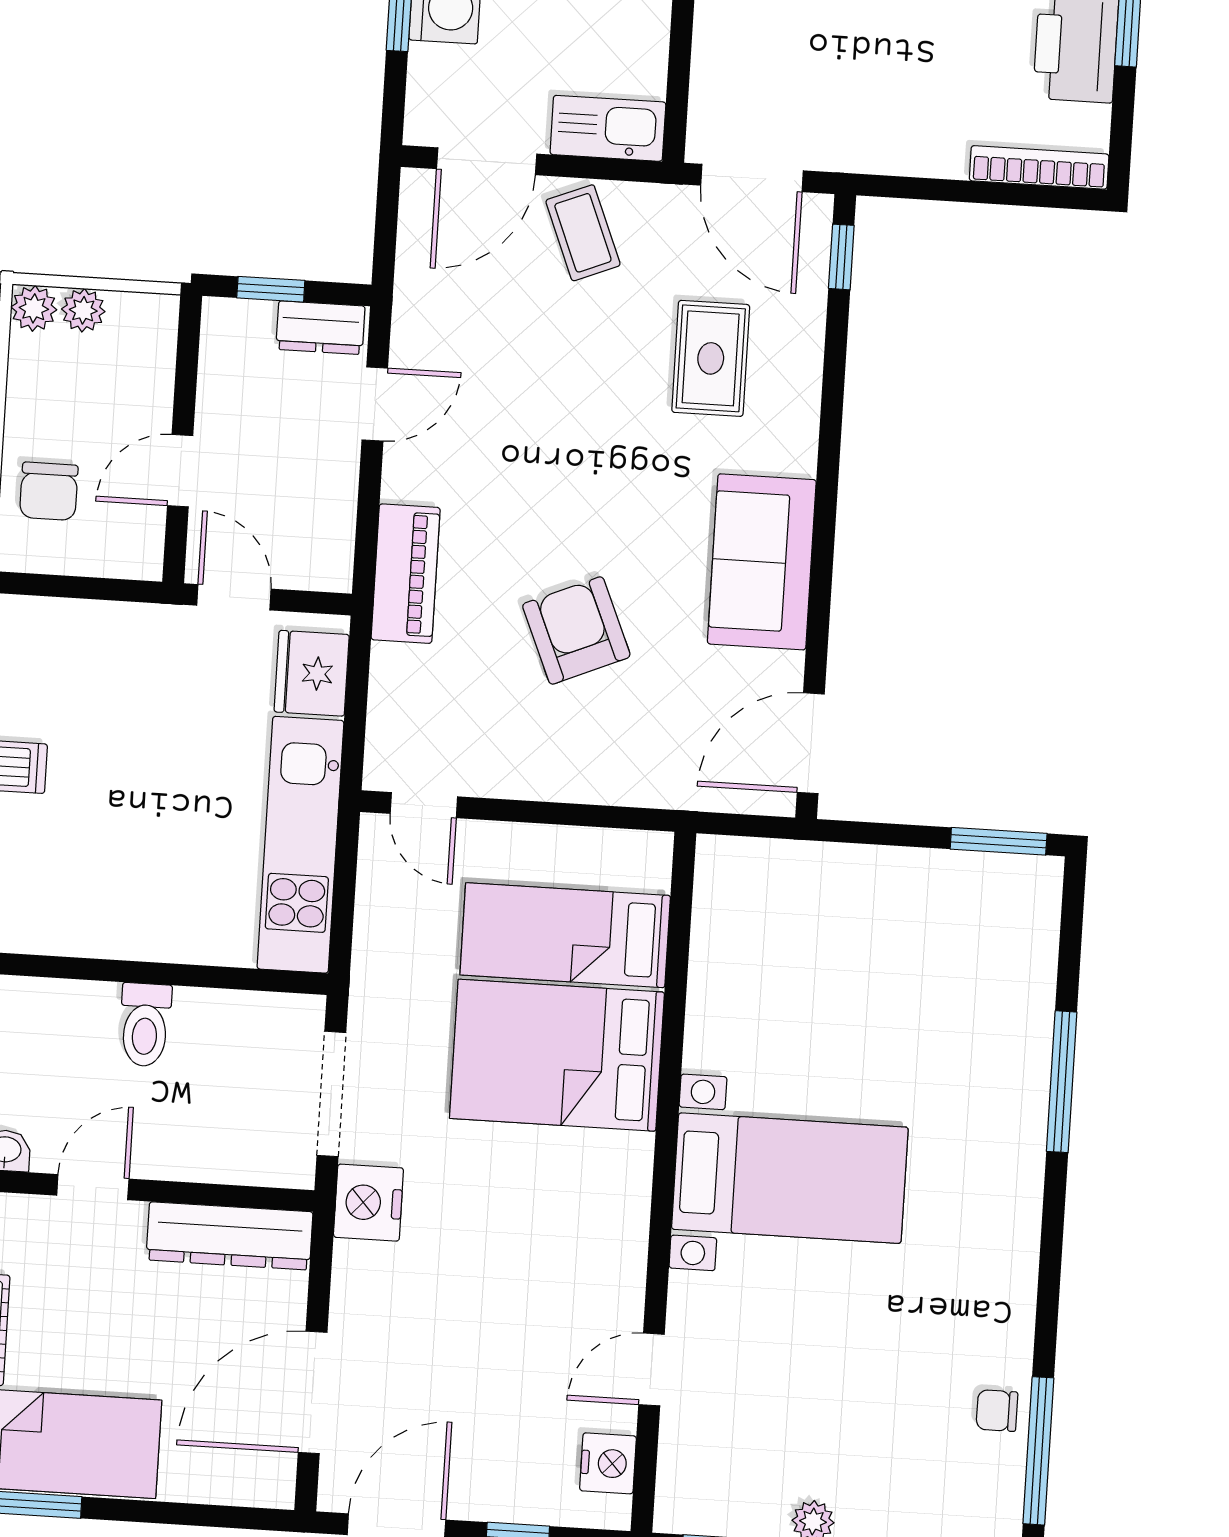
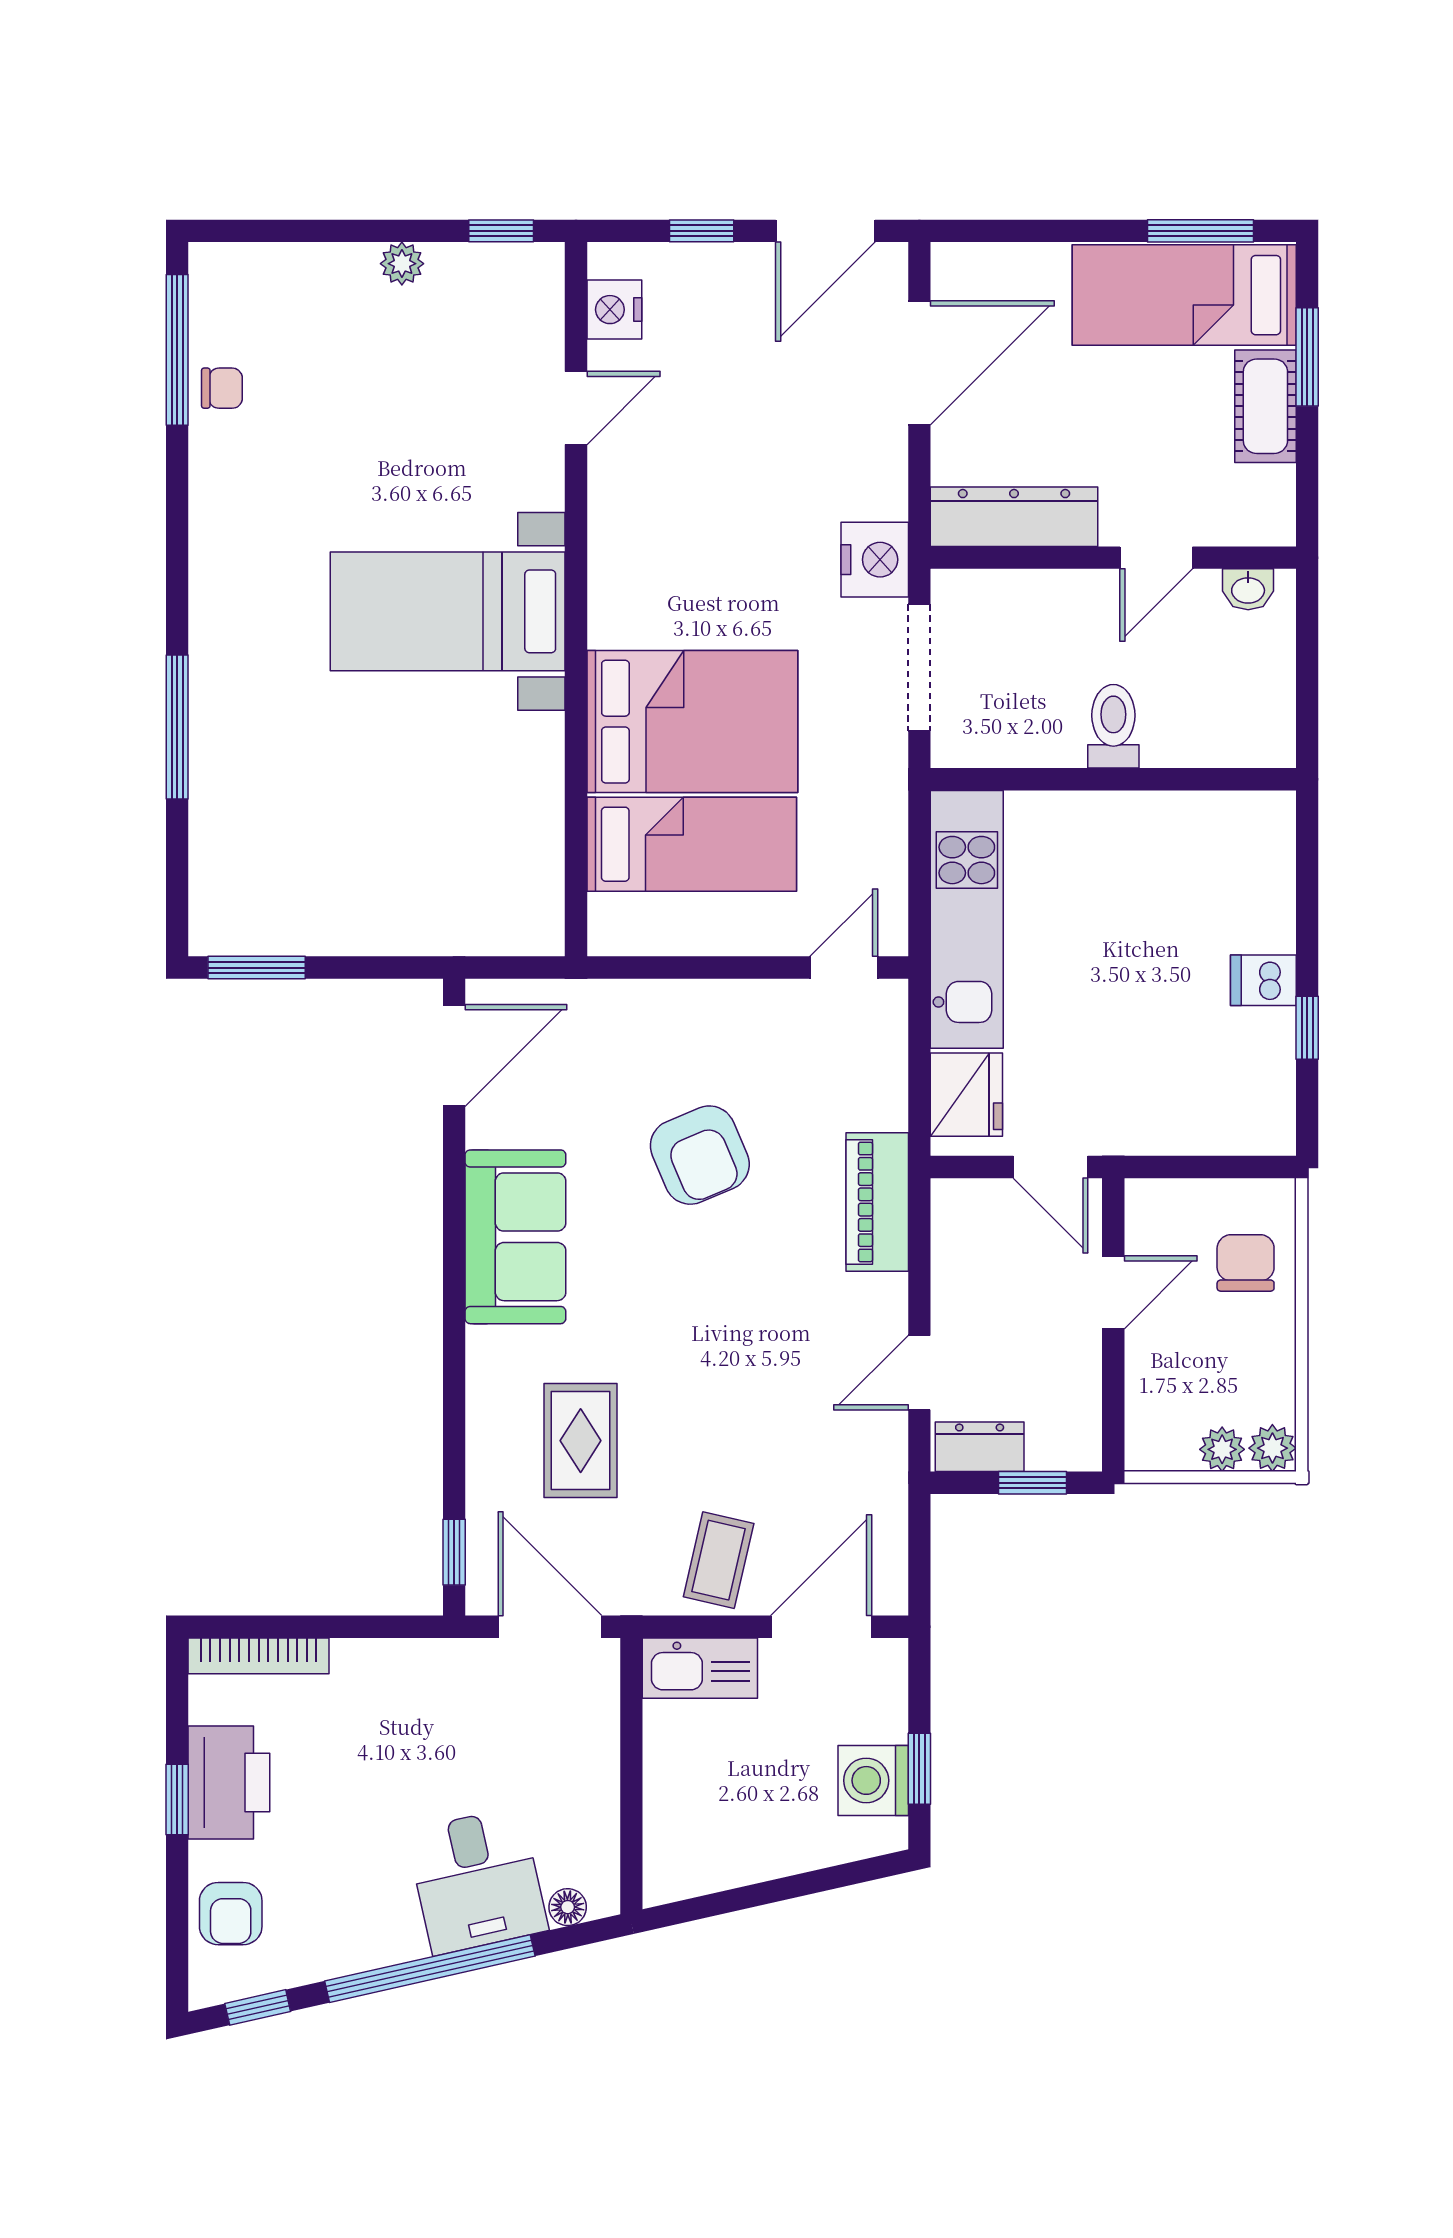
coffee table: (583, 233) -> (719, 1560), turned 35
door: (424, 805) -> (844, 968), hinge flipped

